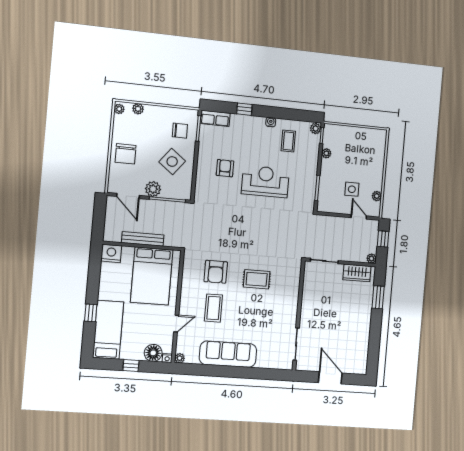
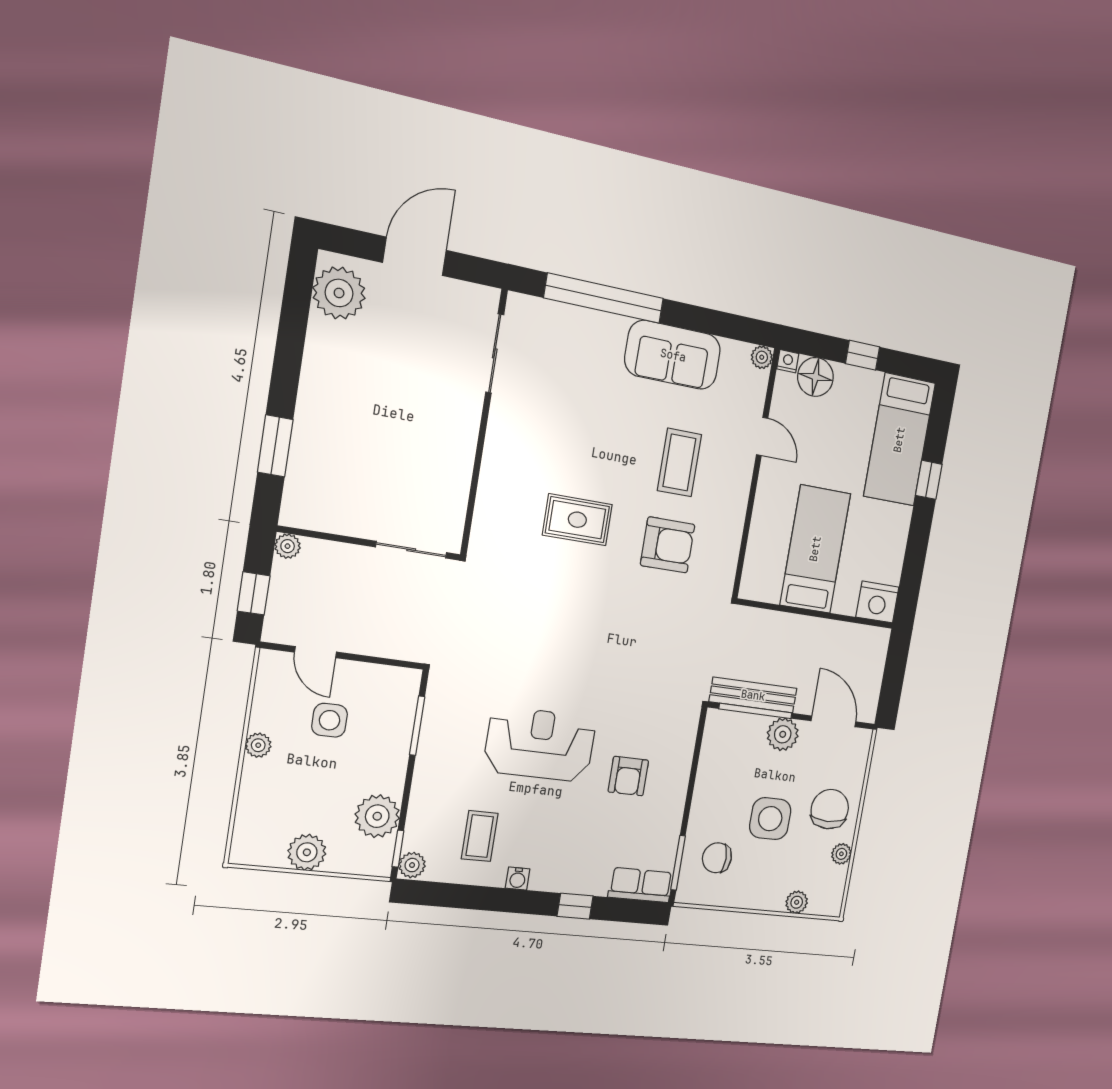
plant: (119, 109) -> (841, 854), moved
plant: (358, 134) -> (307, 852), added
plant: (326, 153) -> (377, 816), width x1.87, depth x1.87
side table: (172, 162) -> (770, 819), moved, turned -38
reception desk: (265, 182) -> (540, 744), turned 180
plant: (377, 196) -> (258, 745), moved
bench: (143, 239) -> (753, 695), moved
armchair: (216, 272) -> (668, 545), turned 90
wardrobe: (357, 273) -> (329, 513), removed
bed: (152, 276) -> (815, 549), width x0.67
door: (176, 324) -> (762, 437), swing flipped
sofa: (228, 354) -> (673, 355), width x0.73
plant: (358, 359) -> (339, 293), added
window: (252, 373) -> (604, 298), added
door: (330, 378) -> (415, 256), swing flipped

